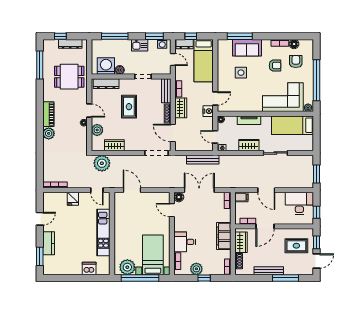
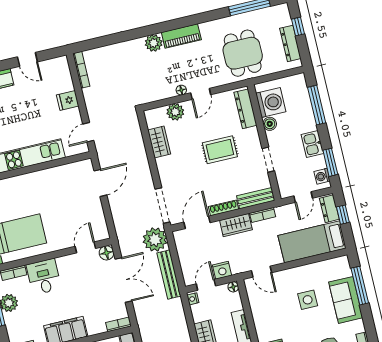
nightstand: (208, 111) -> (222, 270), moved
plant: (102, 163) -> (155, 240), moved

